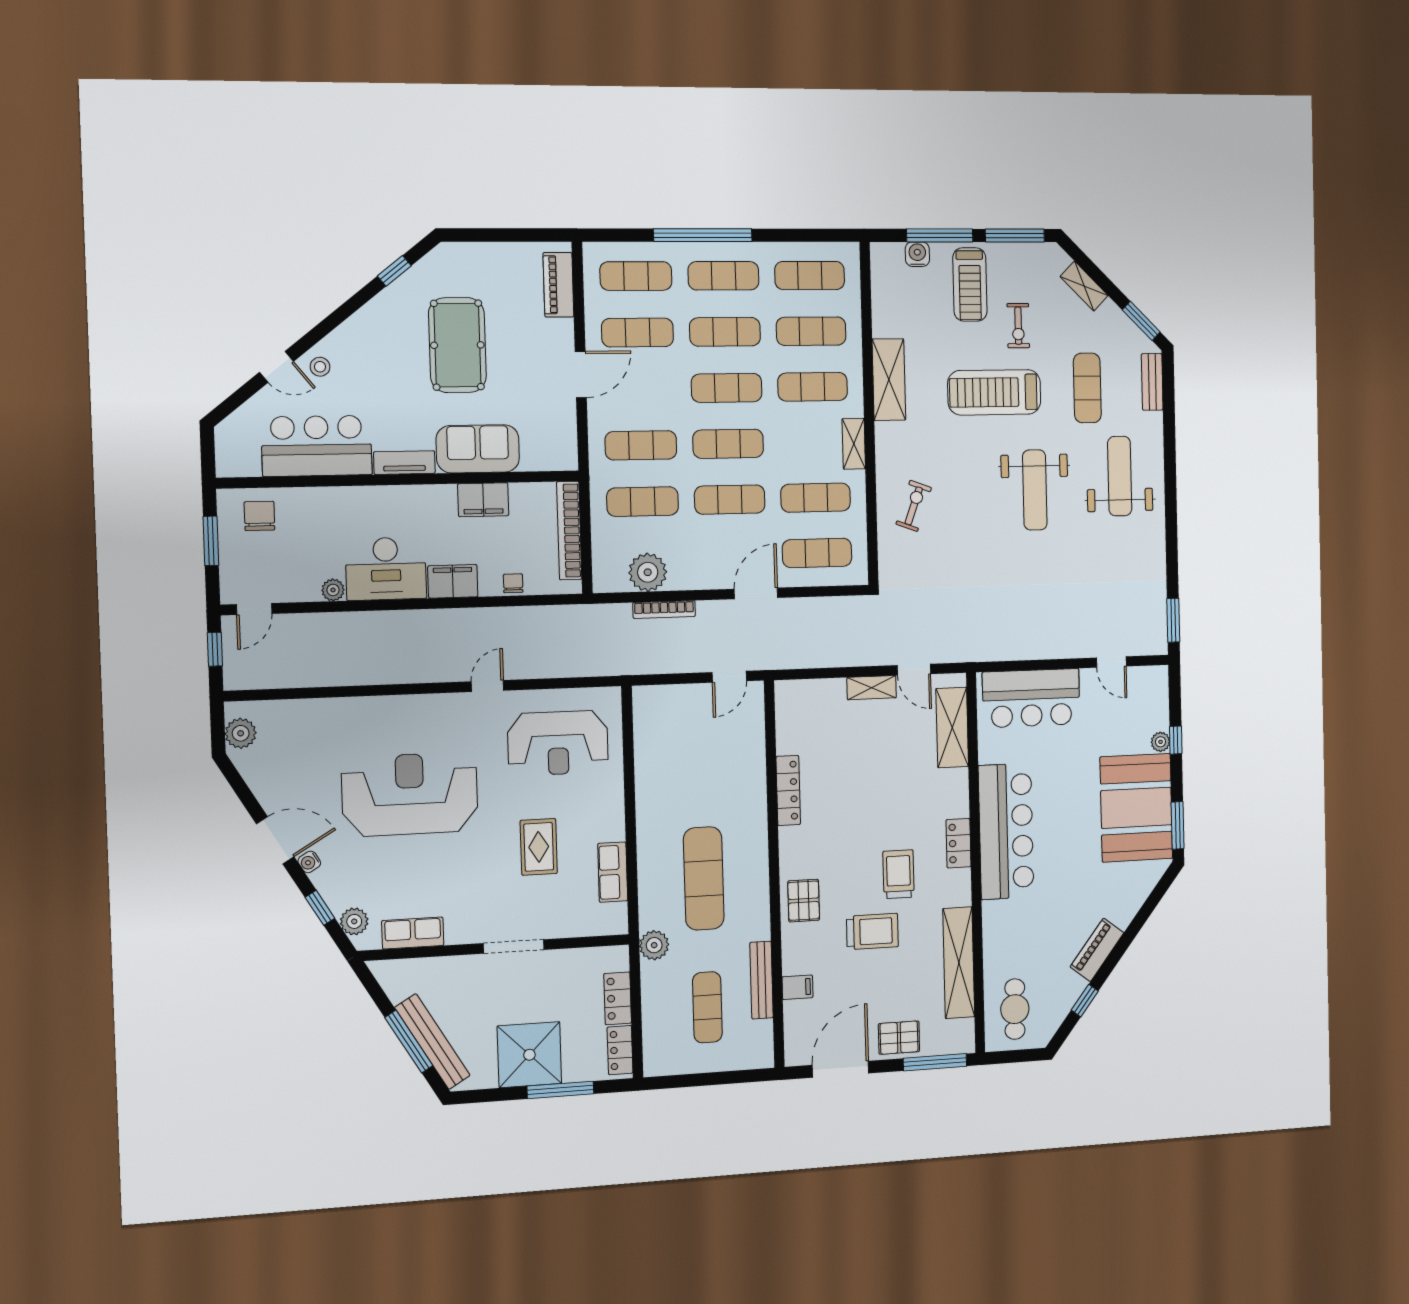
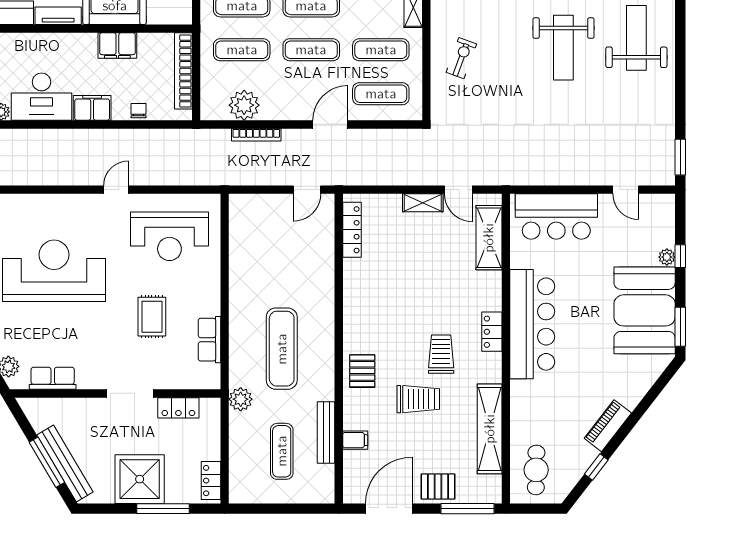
locker: (788, 790) -> (352, 230), moved
locker: (618, 998) -> (178, 408), moved, turned -90

